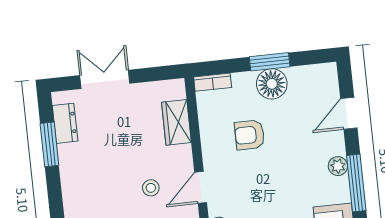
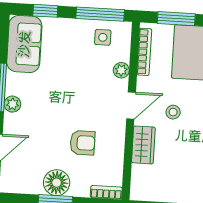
wardrobe: (176, 122) -> (143, 145), moved

